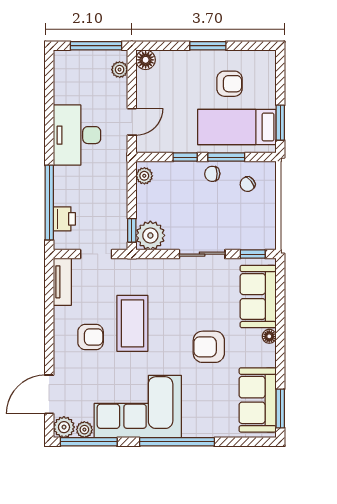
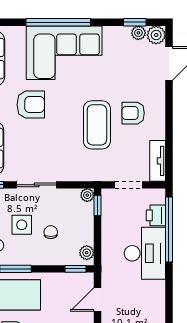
desk: (77, 135) -> (145, 253), moved
window: (185, 157) -> (75, 269), moved
chair: (212, 174) -> (51, 232), moved, turned -89
side table: (219, 208) -> (22, 225), added
plant: (150, 235) -> (87, 195), width x0.53, depth x0.53
corner sofa: (138, 407) -> (64, 53), moved
window: (89, 442) -> (135, 22), width x0.46

